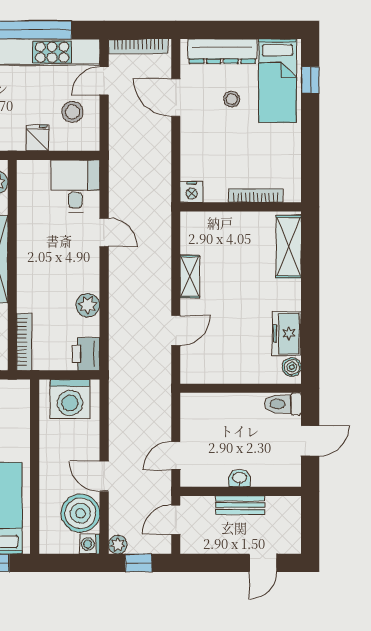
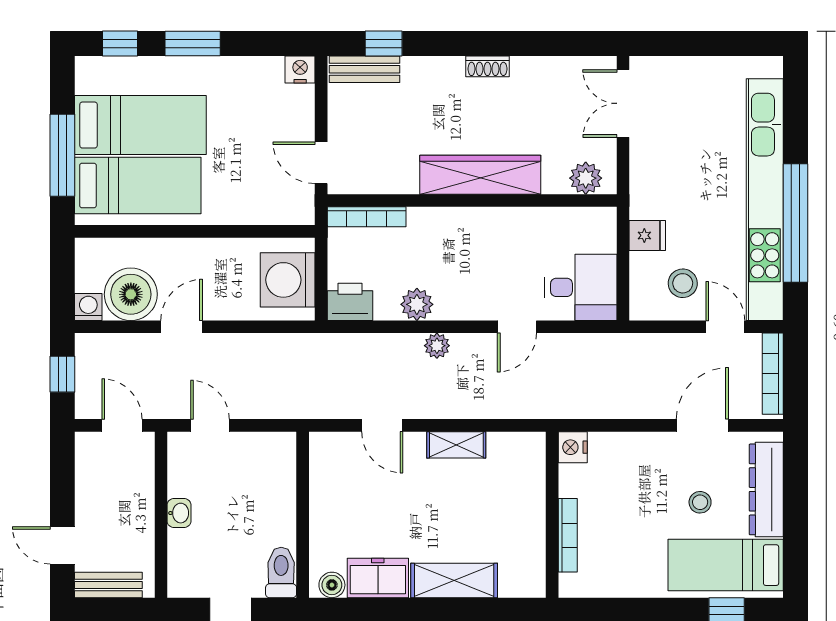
shelving: (289, 247) -> (454, 581), moved
bench: (240, 505) -> (108, 585), moved, turned 90
plant: (118, 545) -> (437, 346), moved

